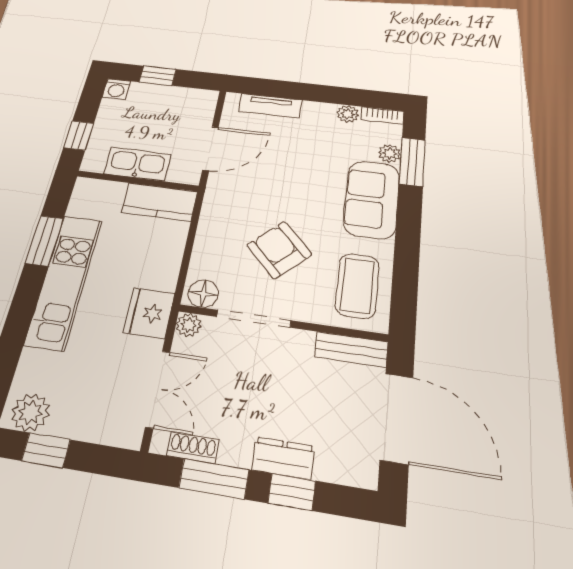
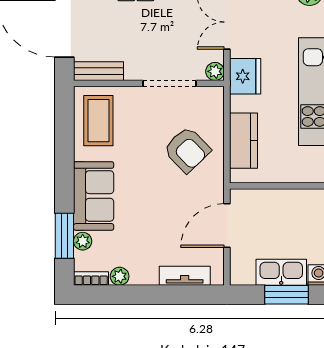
window: (158, 76) -> (286, 295), width x1.50
kitchen sink: (137, 164) -> (281, 272), moved, turned 180
kitchen counter: (160, 202) -> (244, 141), moved, turned 90
armchair: (279, 250) -> (187, 150), moved
floor lamp: (203, 294) -> (209, 97), removed

